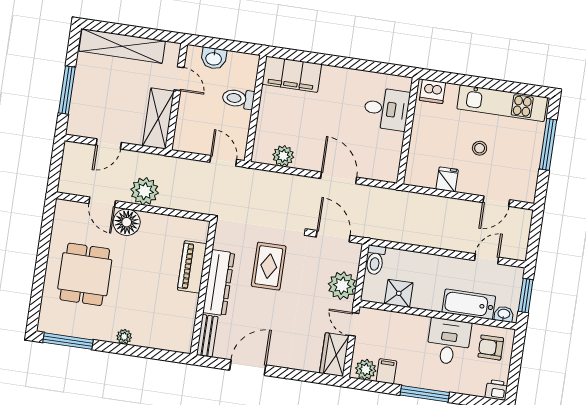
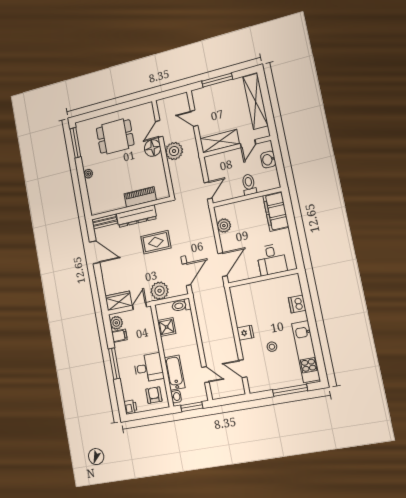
desk: (386, 109) -> (272, 260), moved
wall: (408, 131) -> (263, 278), moved

